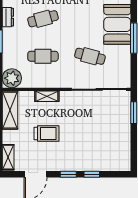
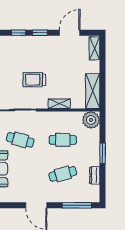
trolley: (46, 134) -> (34, 80), moved

